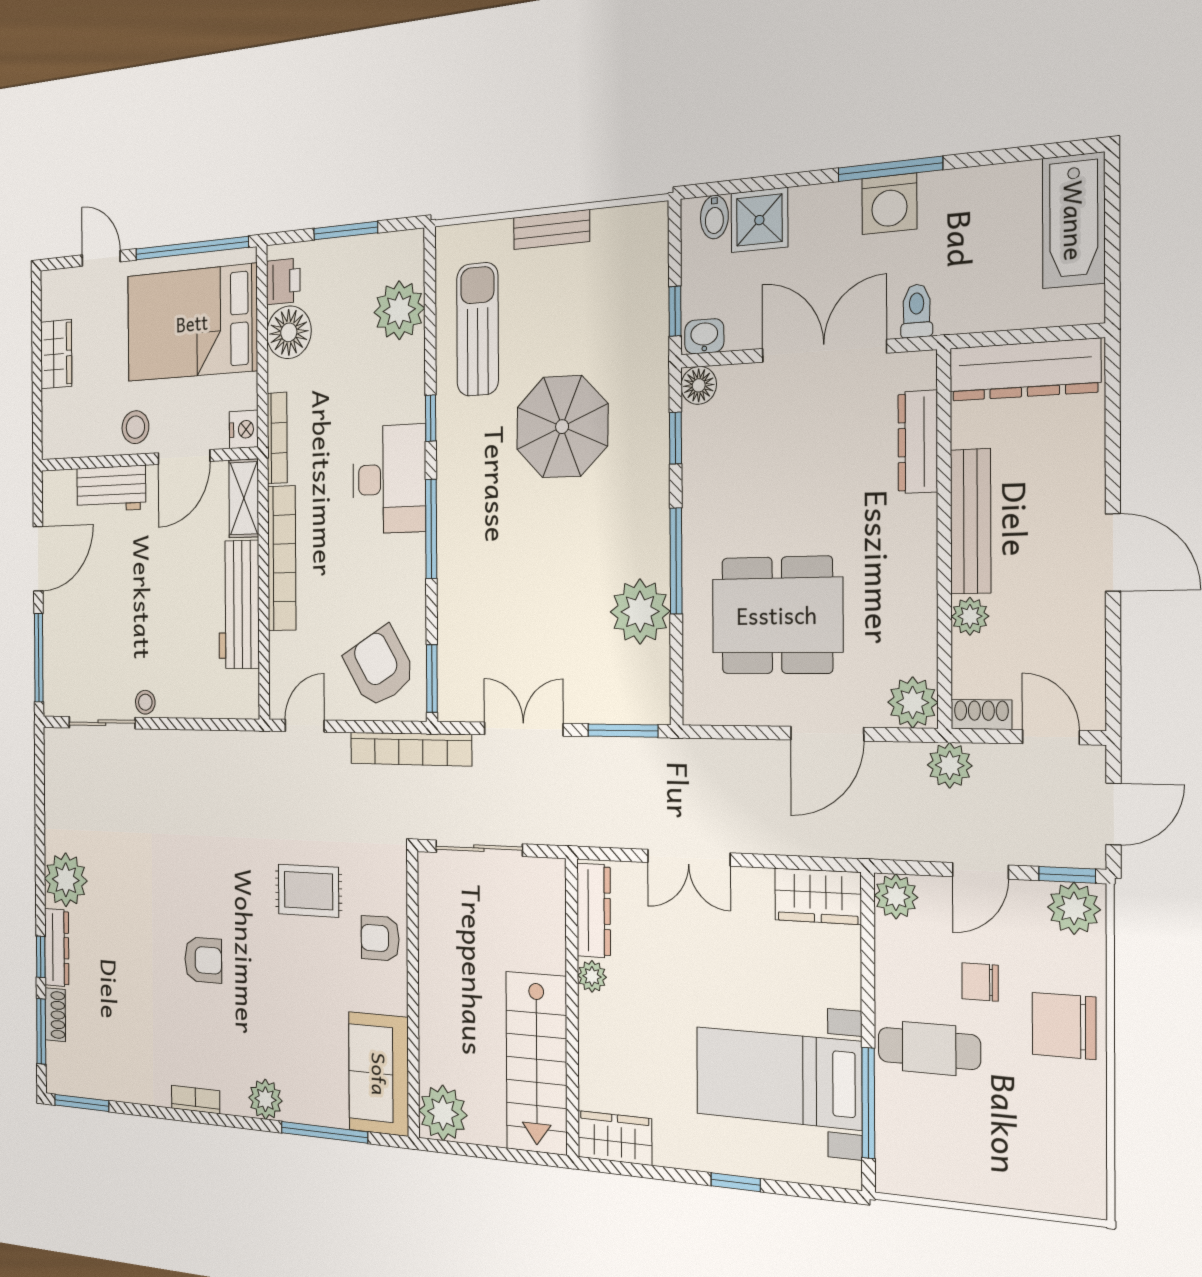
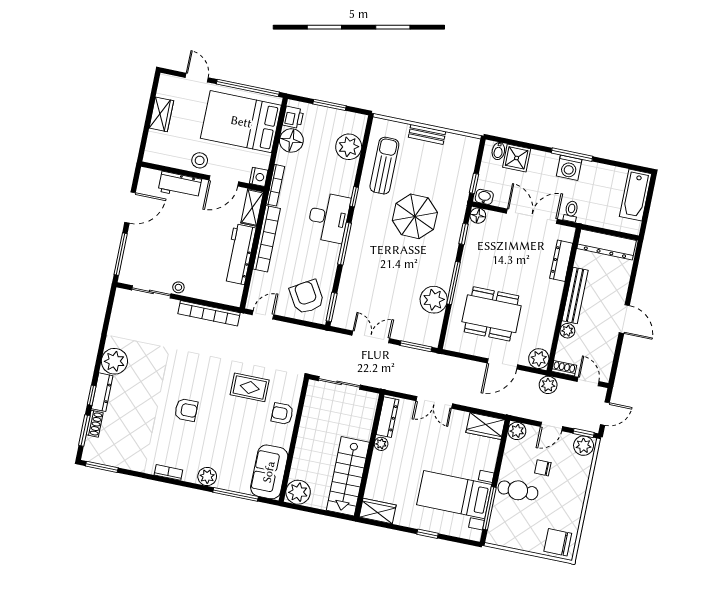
bookcase: (411, 749) -> (209, 313), moved
chair: (1064, 1026) -> (558, 542), moved

